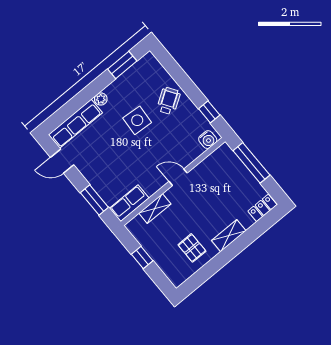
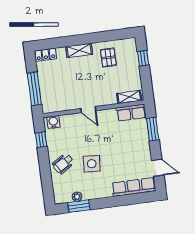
plant: (101, 99) -> (77, 197), moved
shelving: (155, 208) -> (129, 97), moved
window: (142, 258) -> (143, 58), moved

